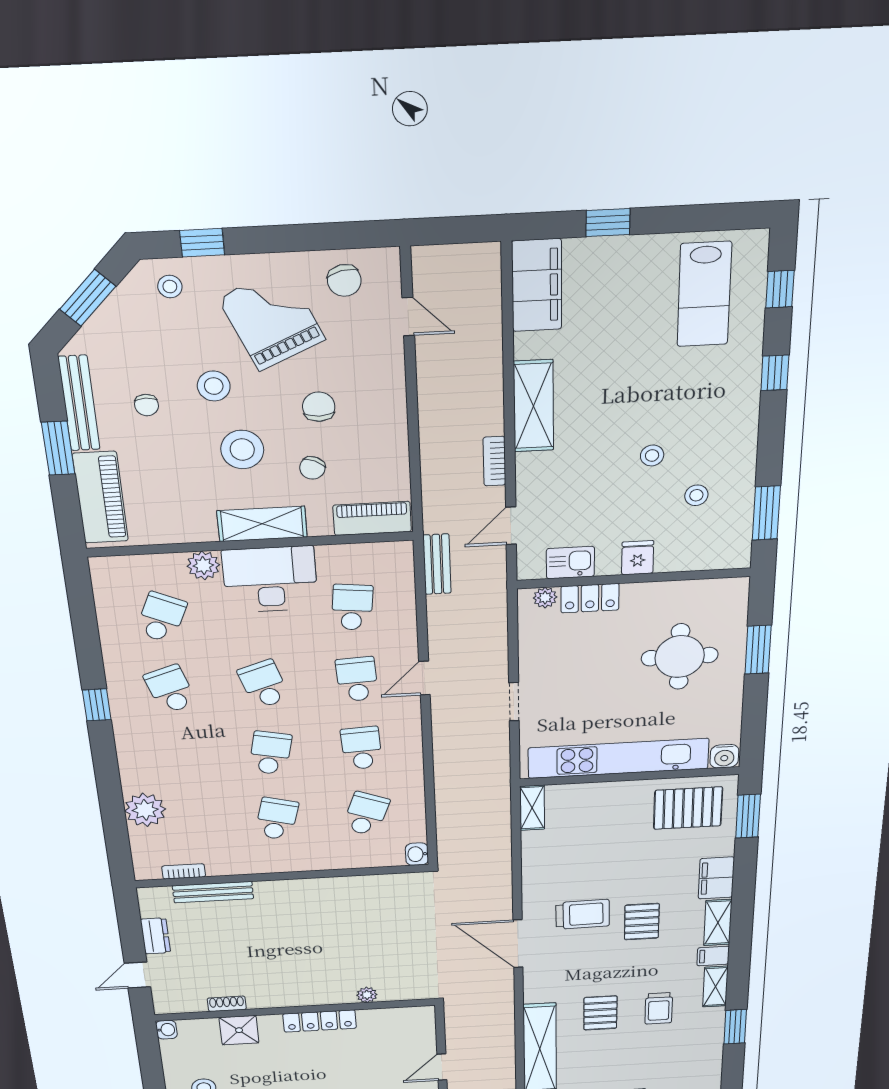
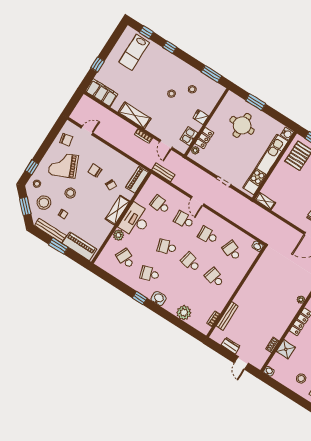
lab bench: (704, 294) -> (134, 52), turned 90
stool: (242, 450) -> (44, 203), moved
washbasin: (131, 742) -> (159, 298), added

